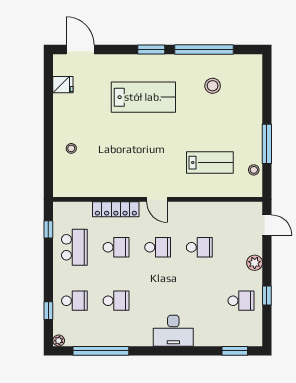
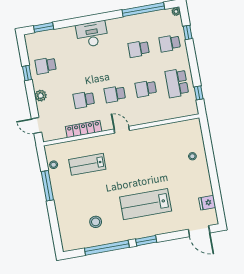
locker: (116, 209) -> (84, 129), moved

